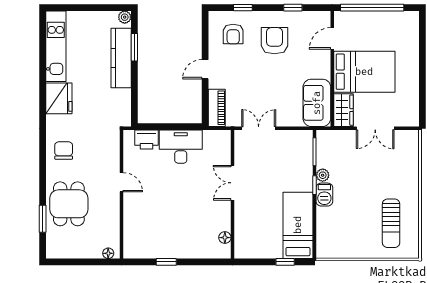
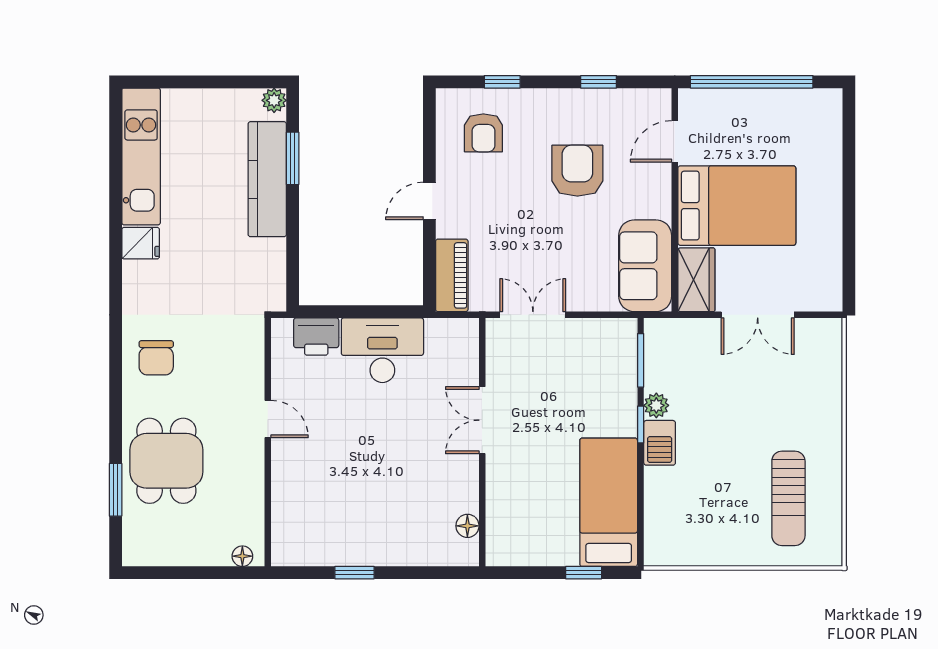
armchair: (274, 41) -> (577, 171), moved
fridge: (59, 98) -> (141, 243), width x0.53, depth x0.75
chair: (64, 151) -> (156, 358), turned 180

